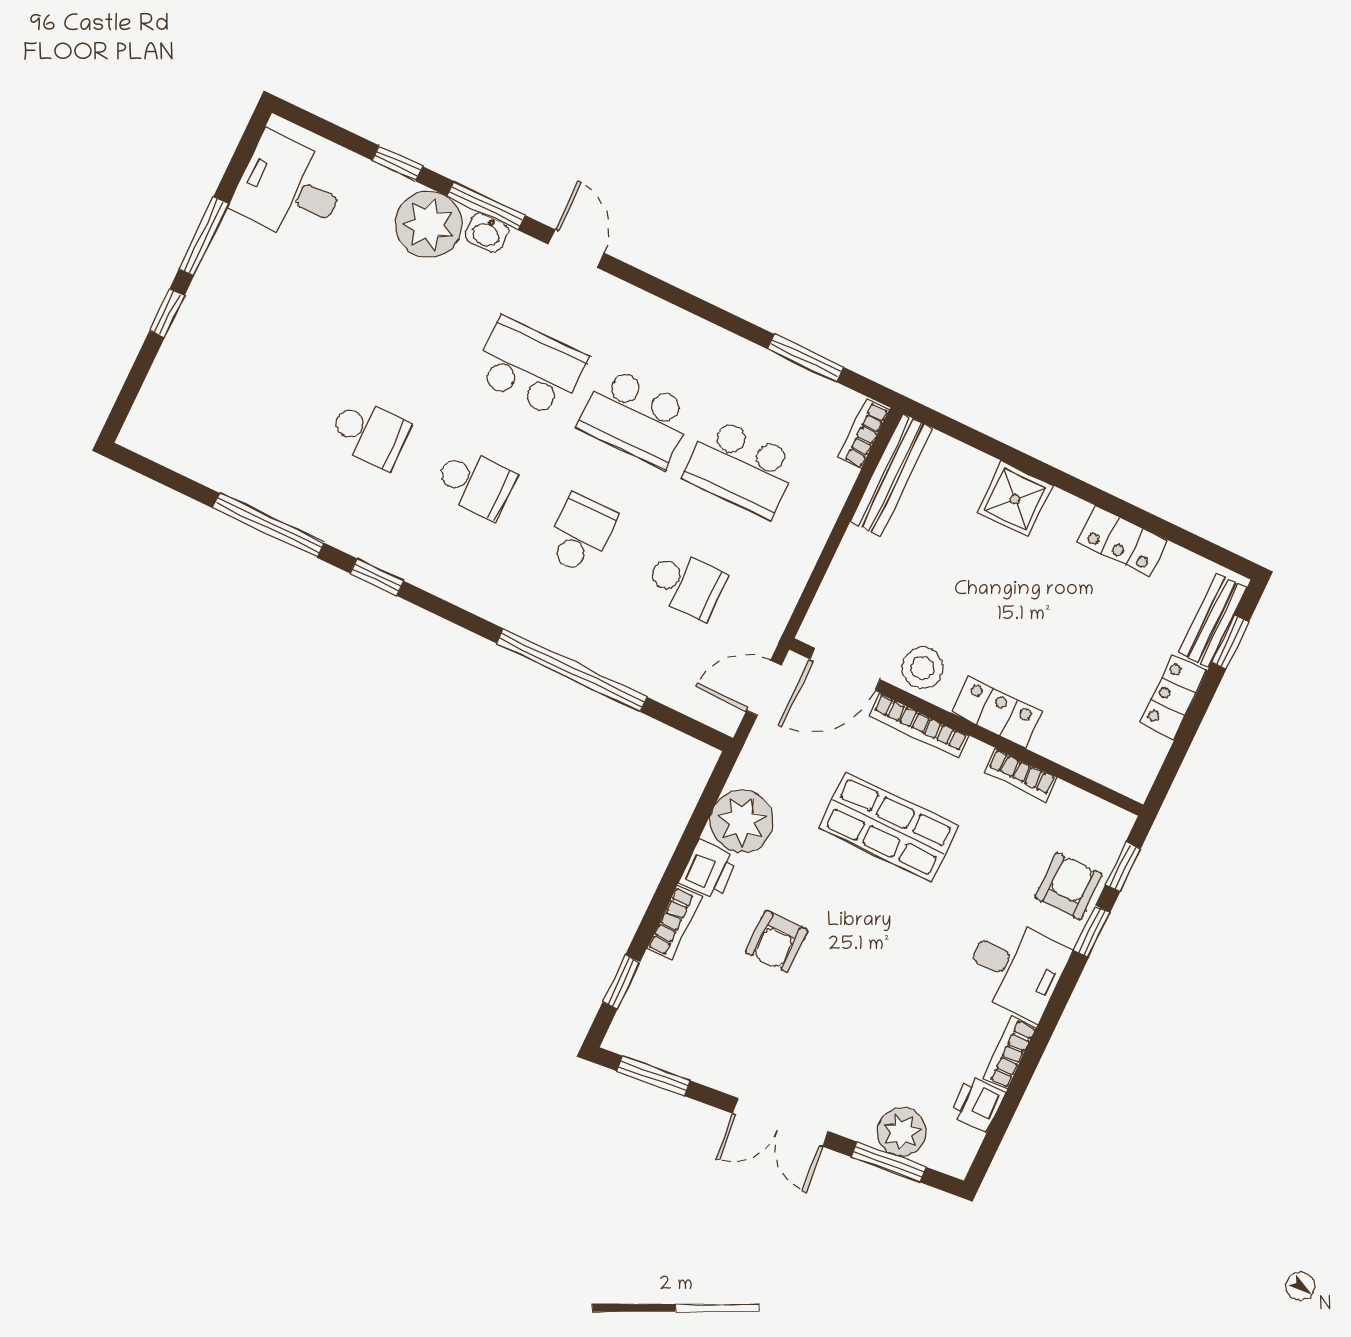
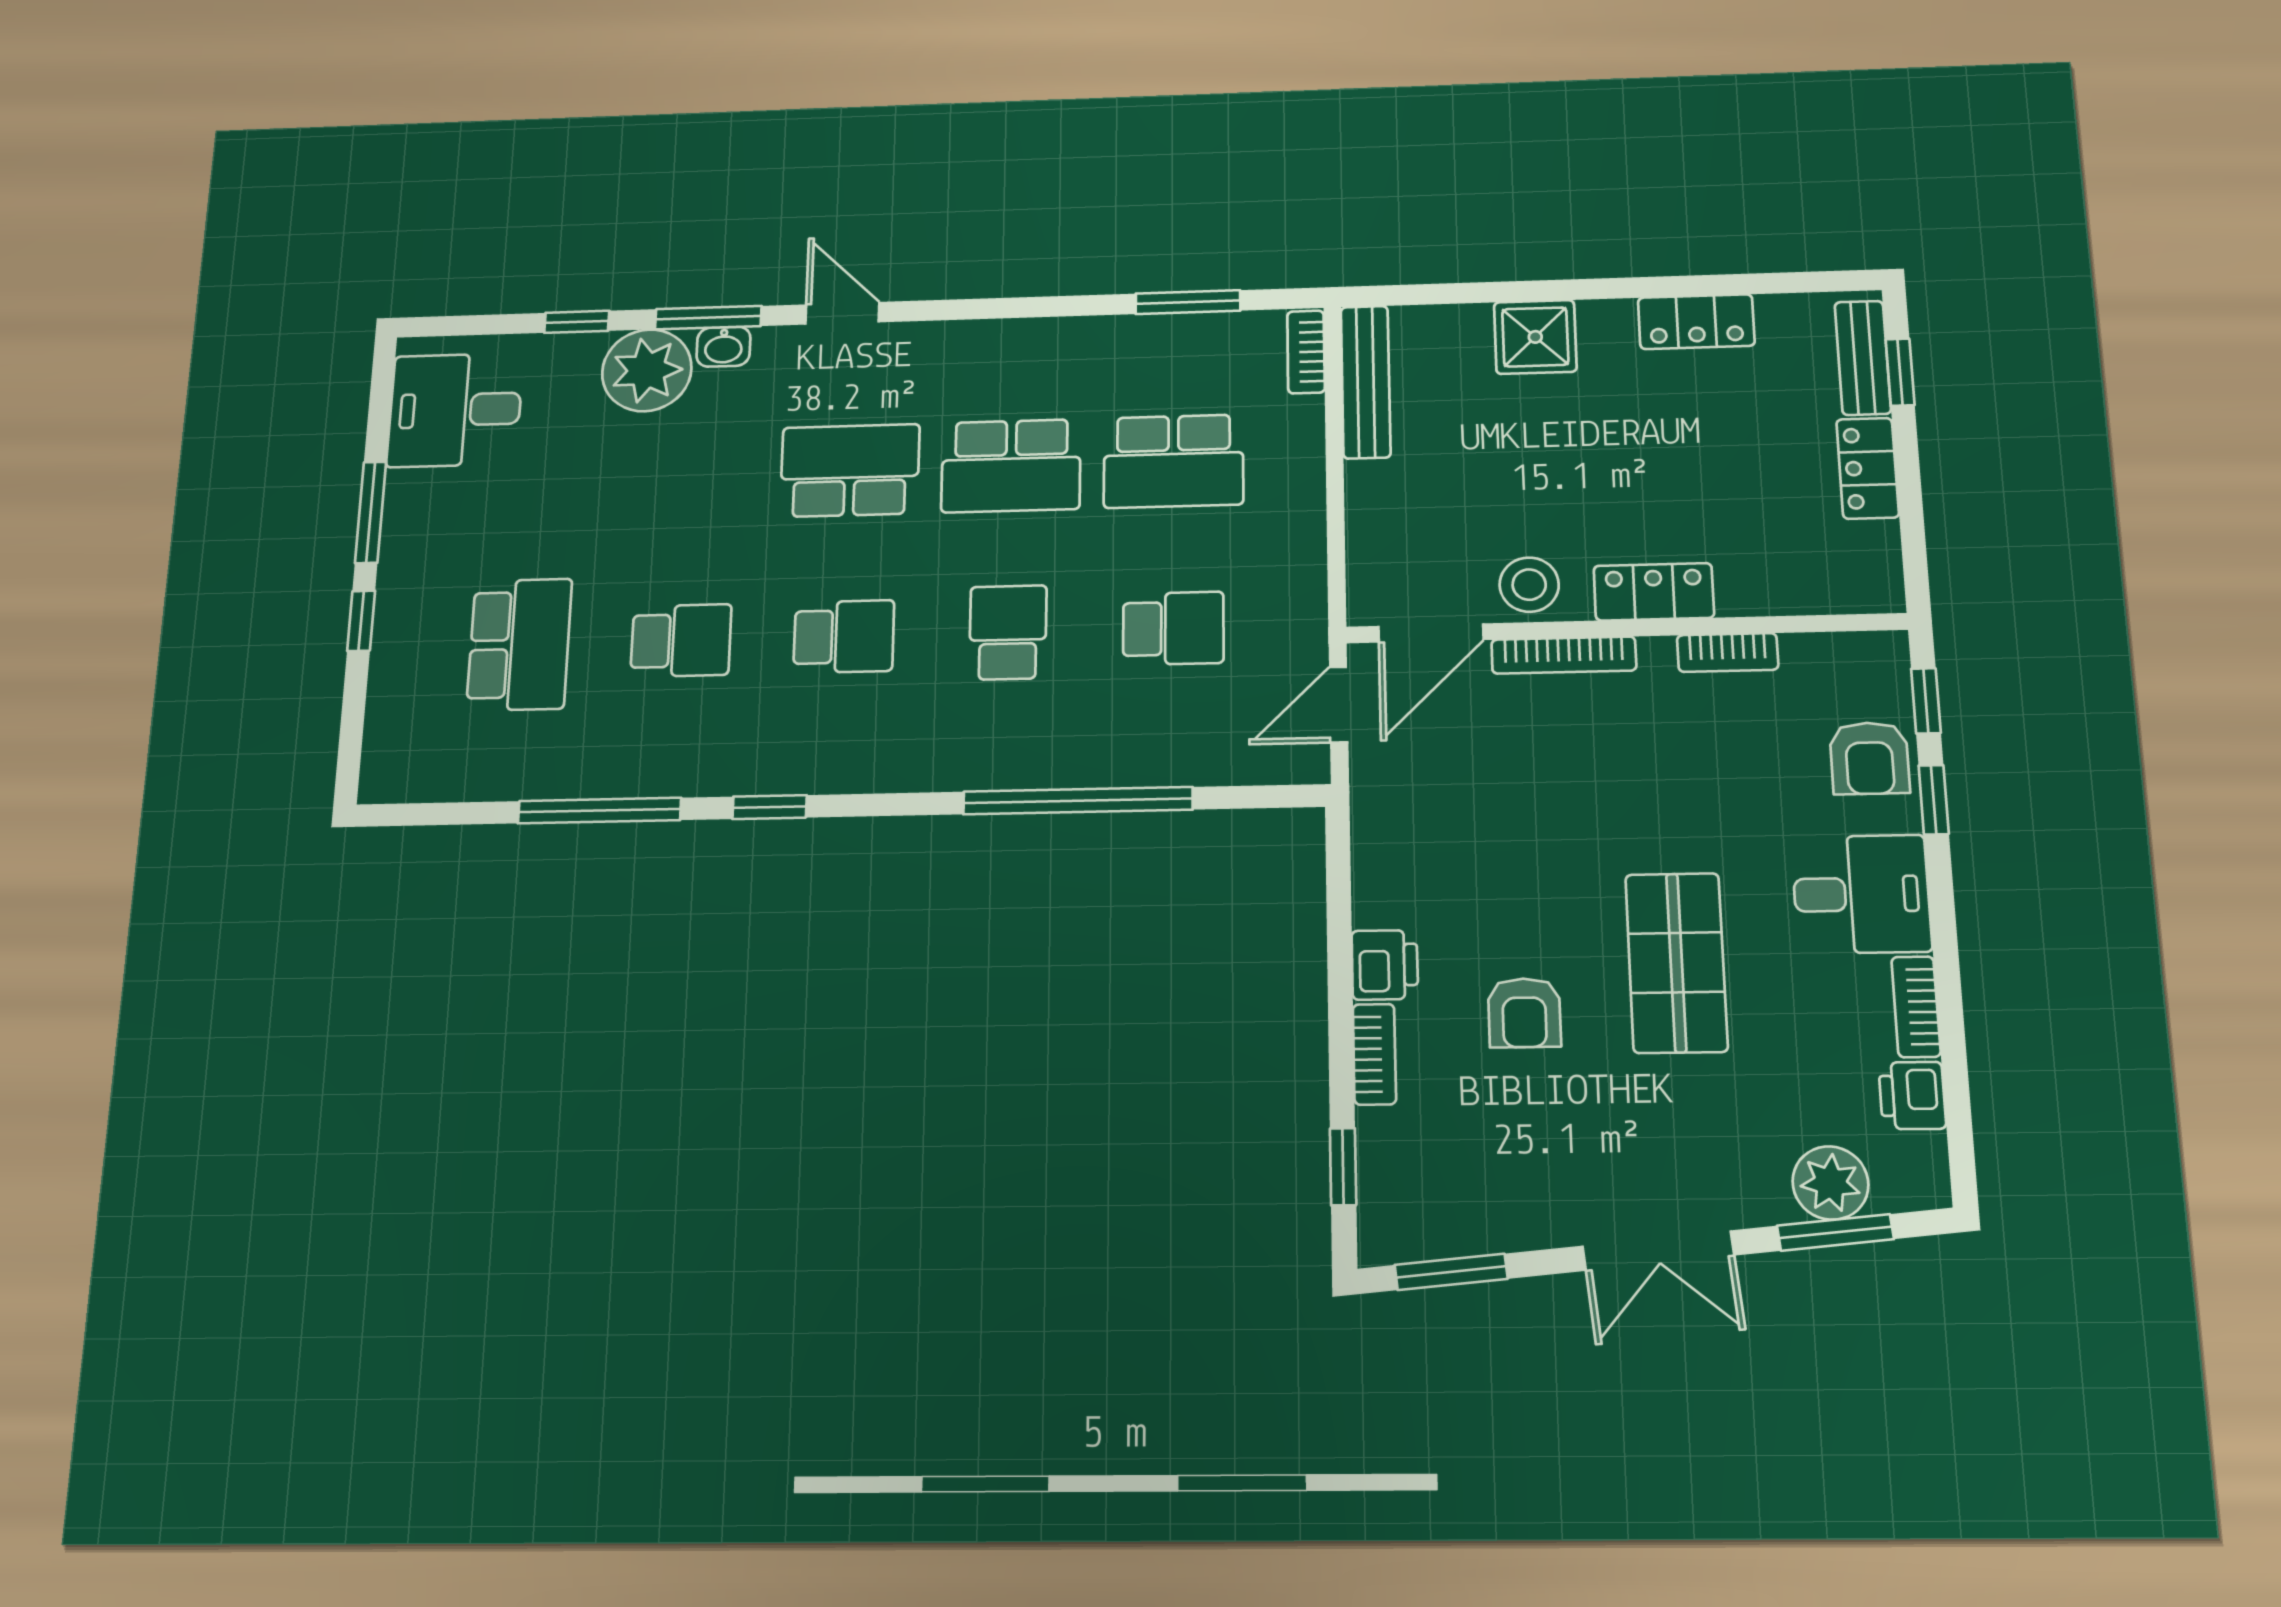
school desk: (264, 383) -> (519, 645), added
plant: (742, 821) -> (1397, 882), removed
shop shelf: (889, 827) -> (1676, 963), moved, turned 90
armchair: (1068, 886) -> (1869, 758), turned 180

